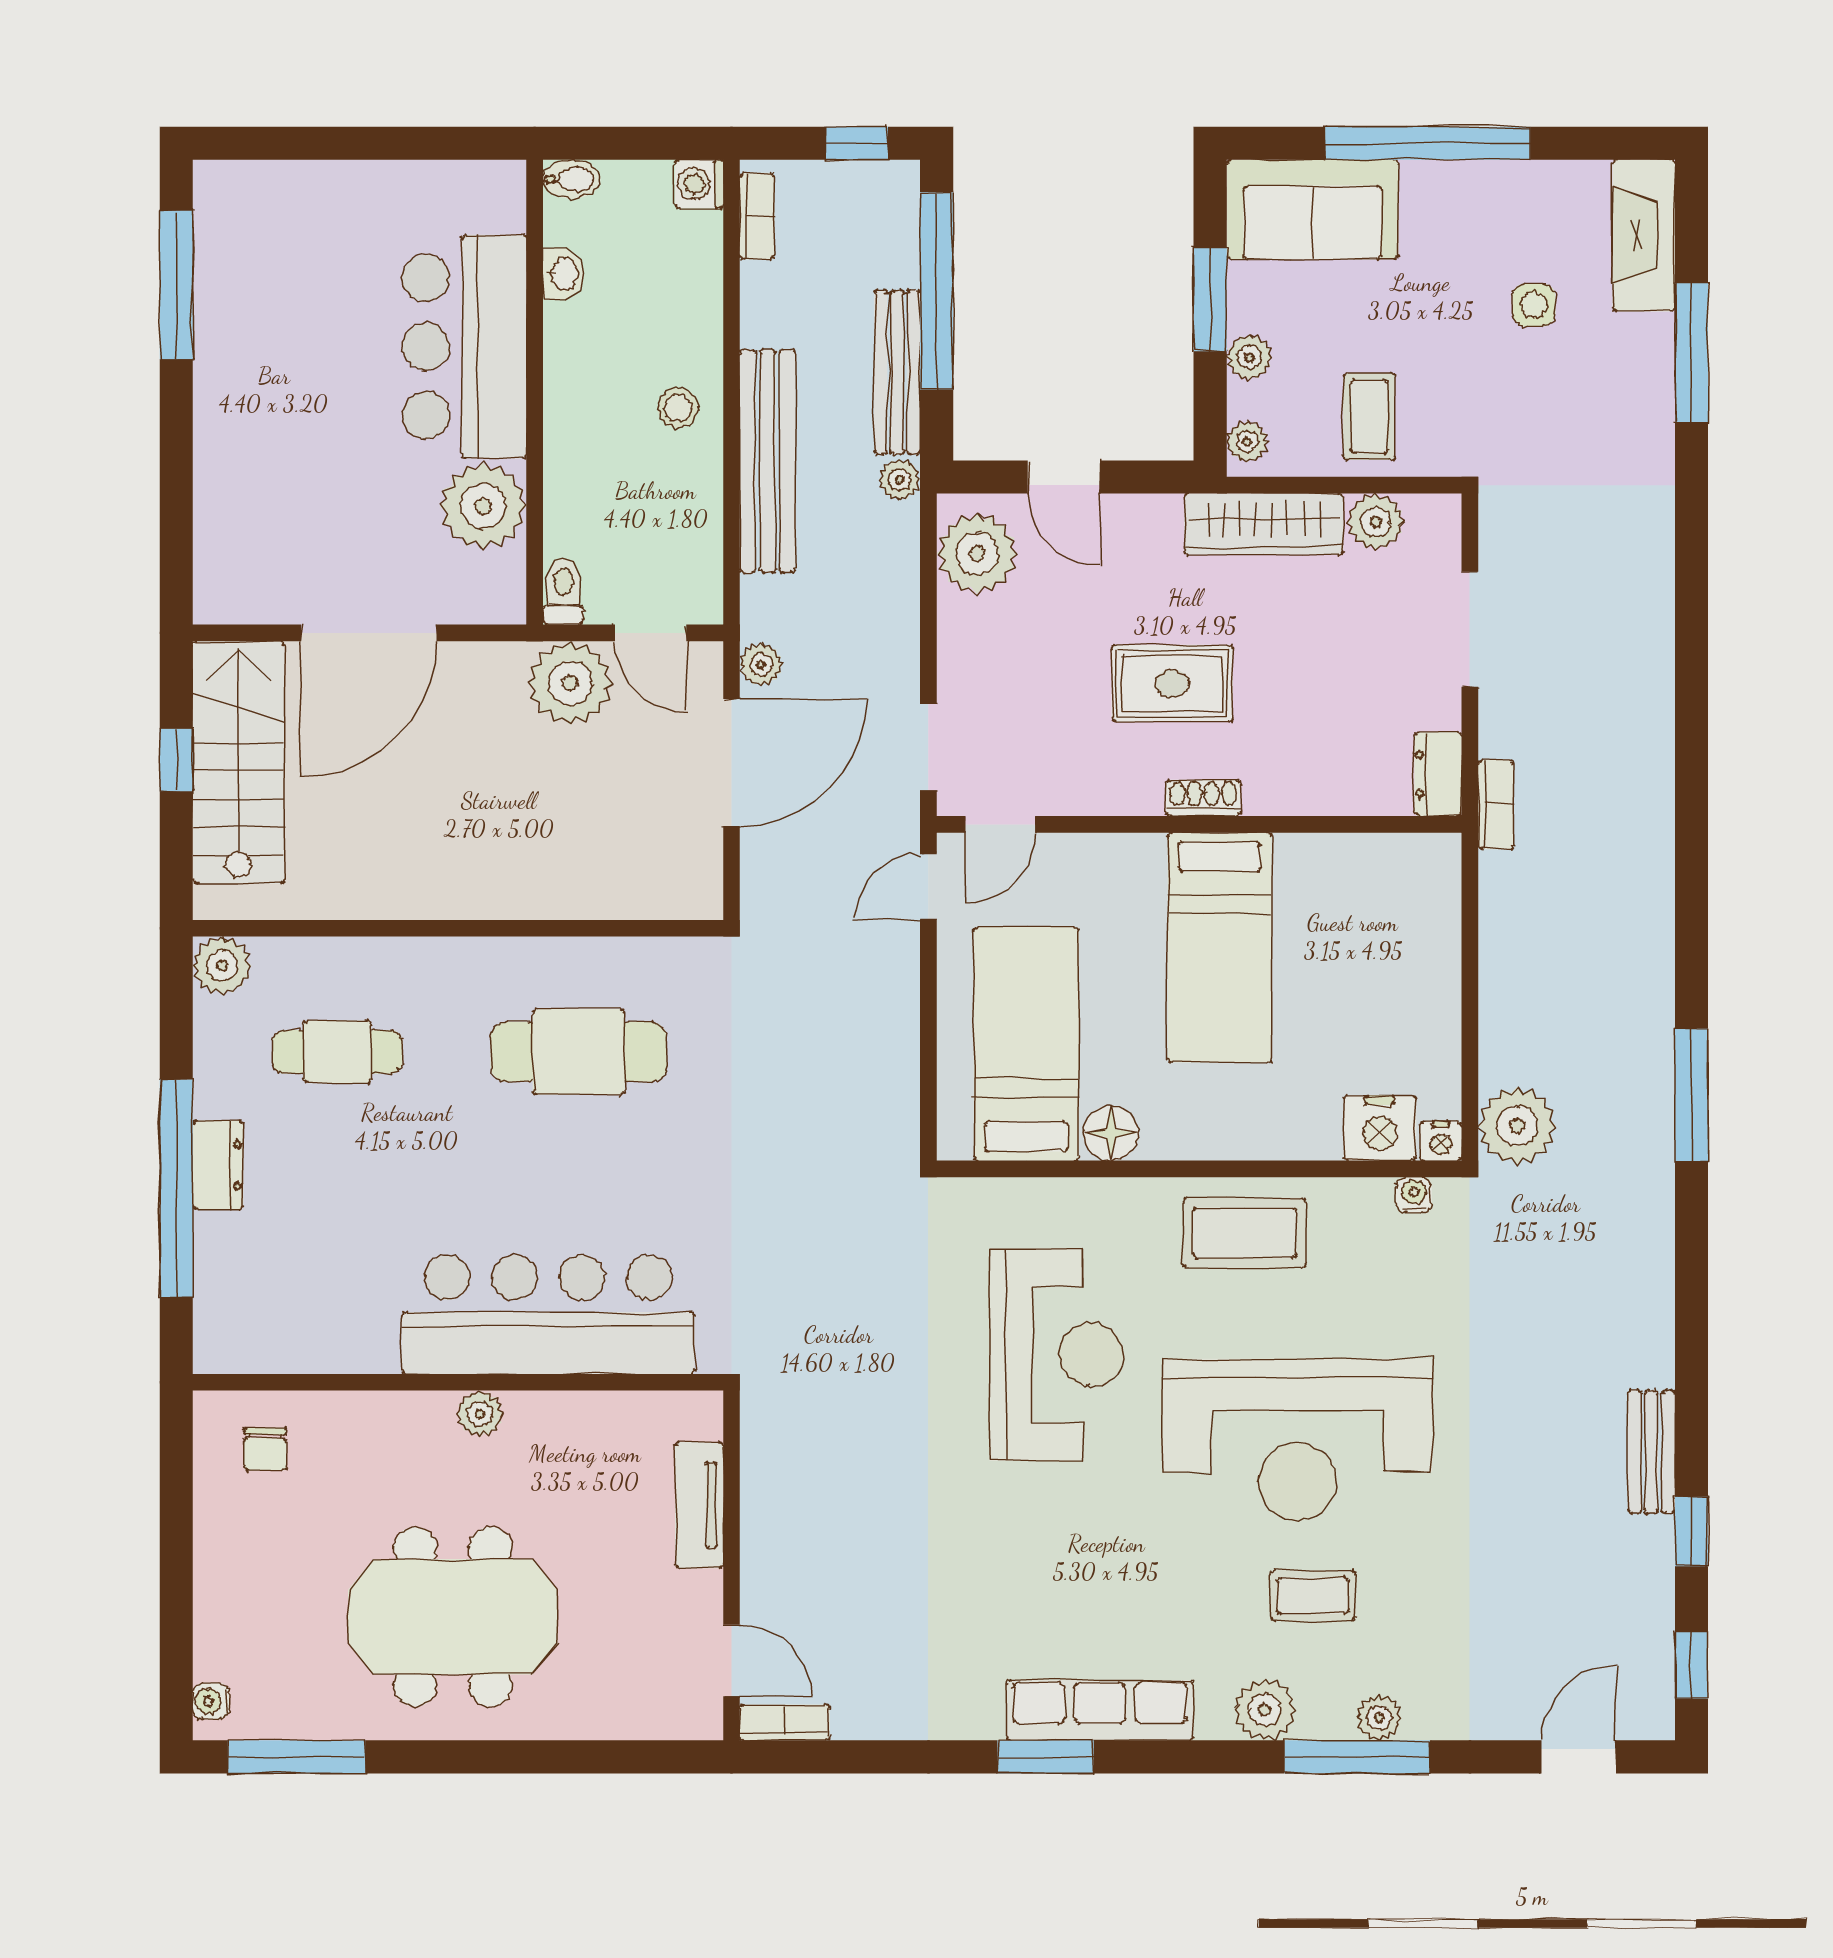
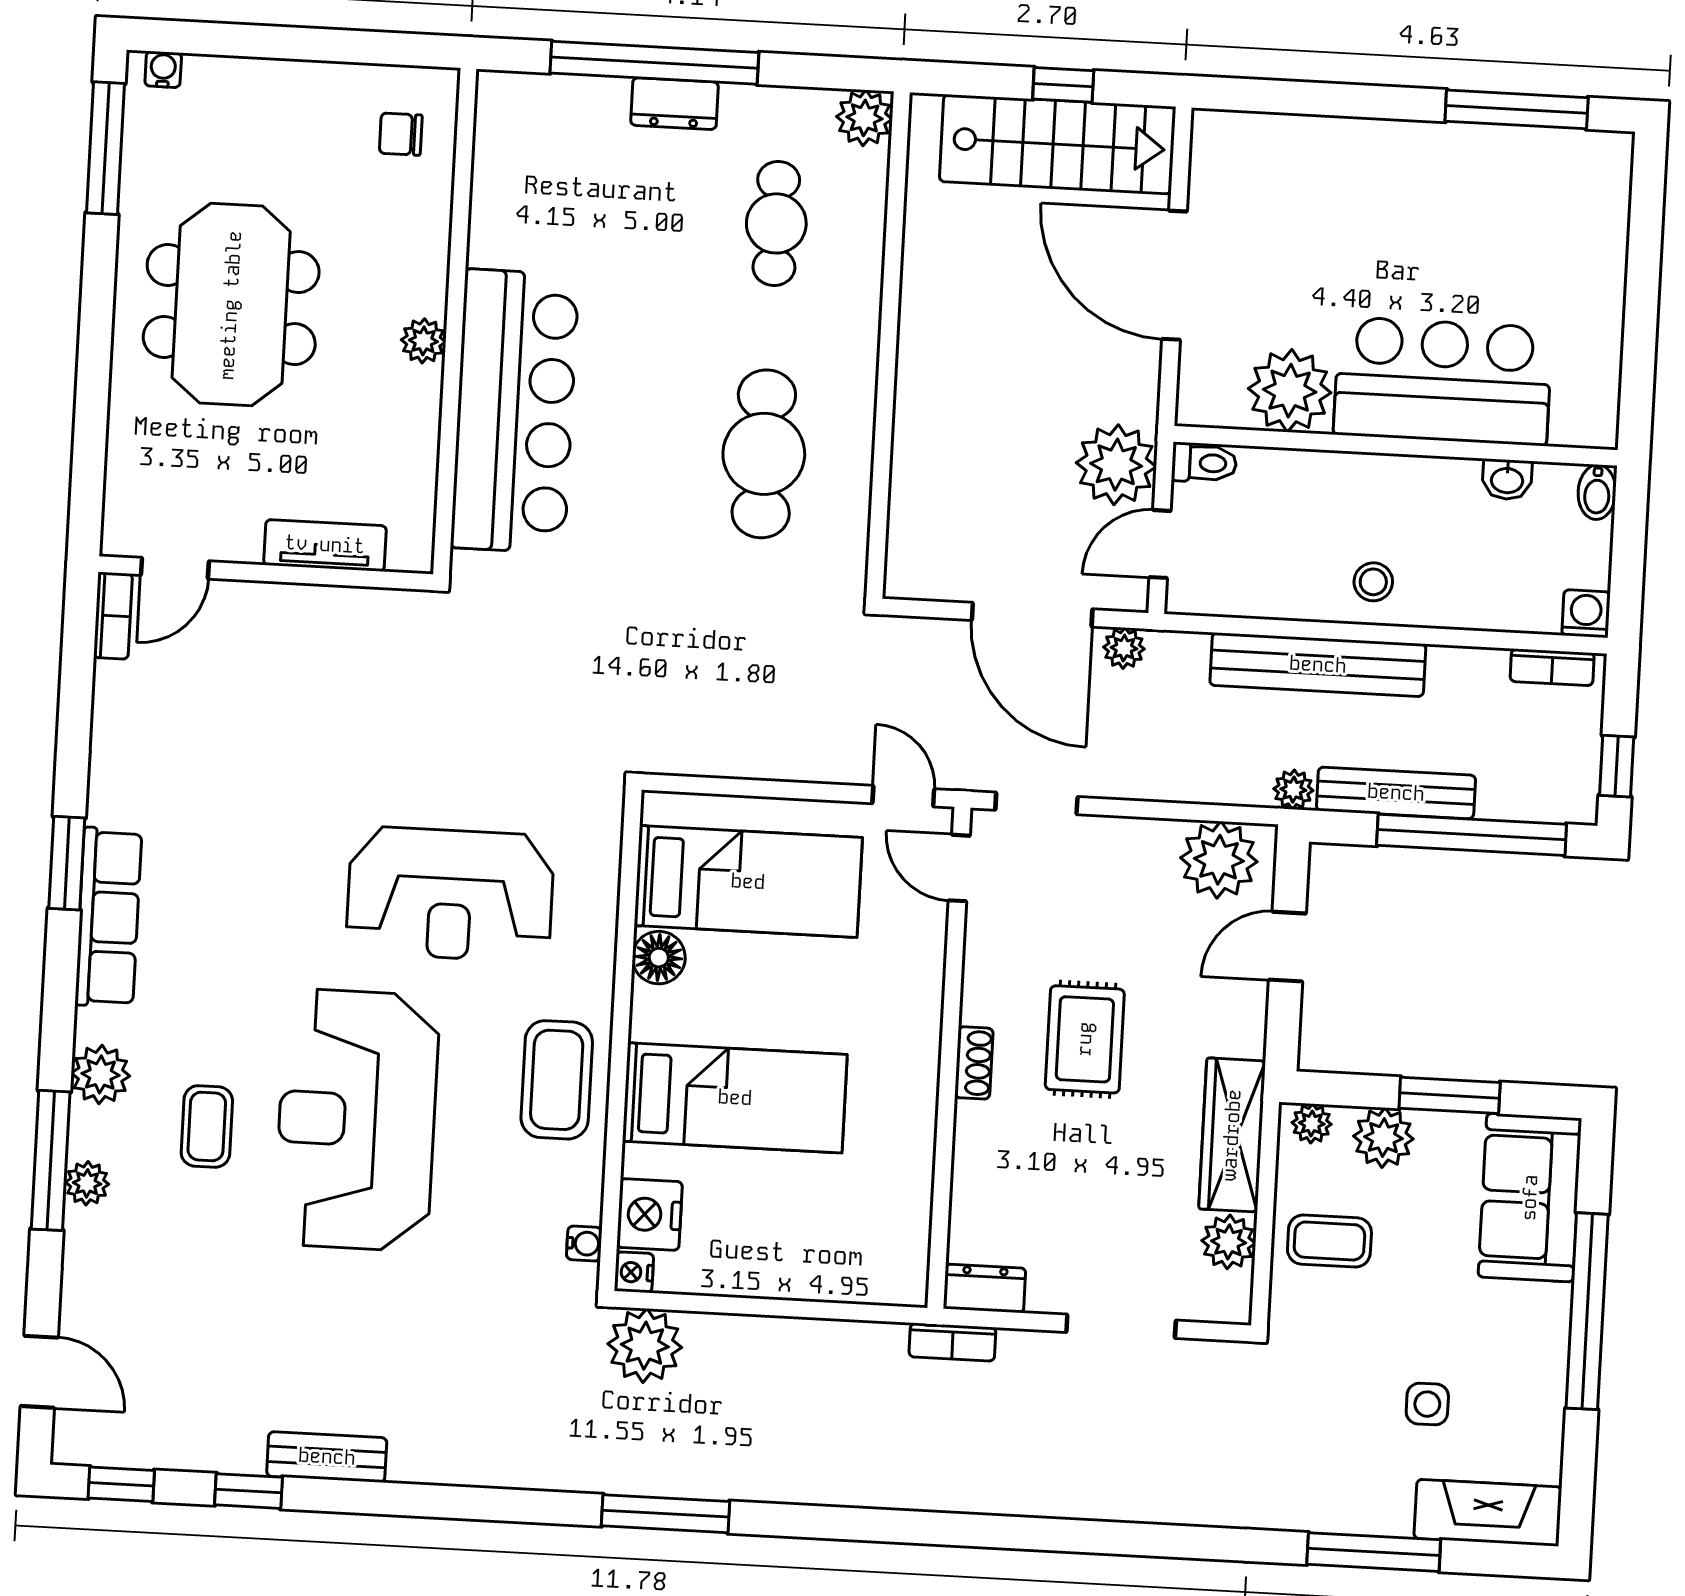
plant: (1249, 357) -> (1383, 1138), width x1.38, depth x1.38
bed: (1220, 947) -> (735, 1098), moved, turned 180

